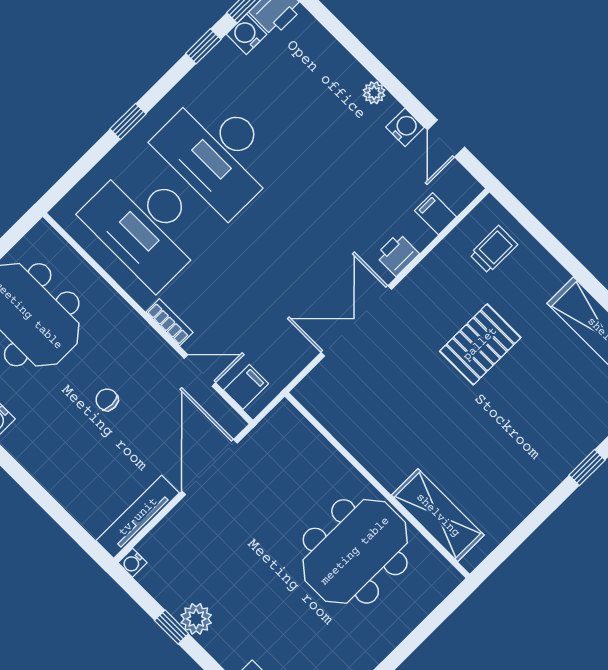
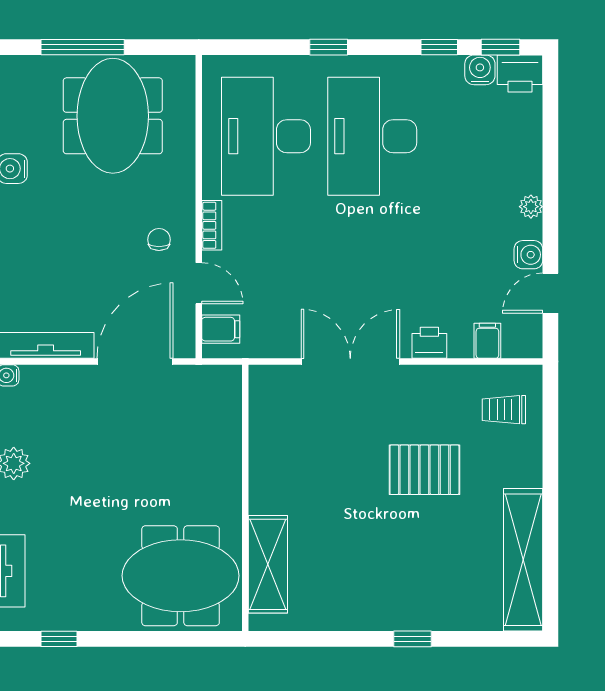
trolley: (494, 249) -> (504, 410), turned 180
chair: (107, 400) -> (159, 240), moved
meeting table: (355, 551) -> (181, 576), moved

